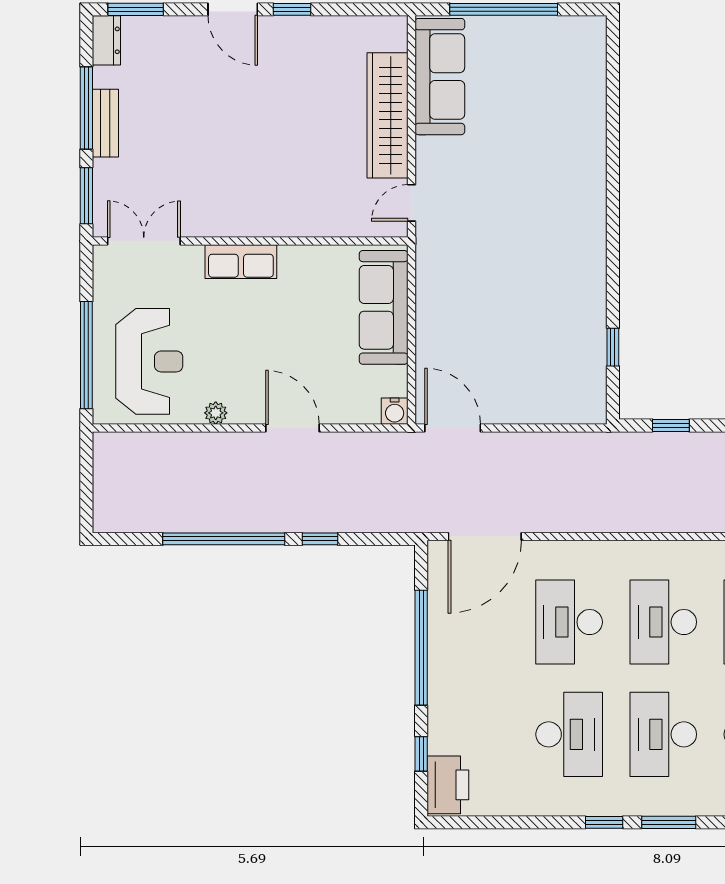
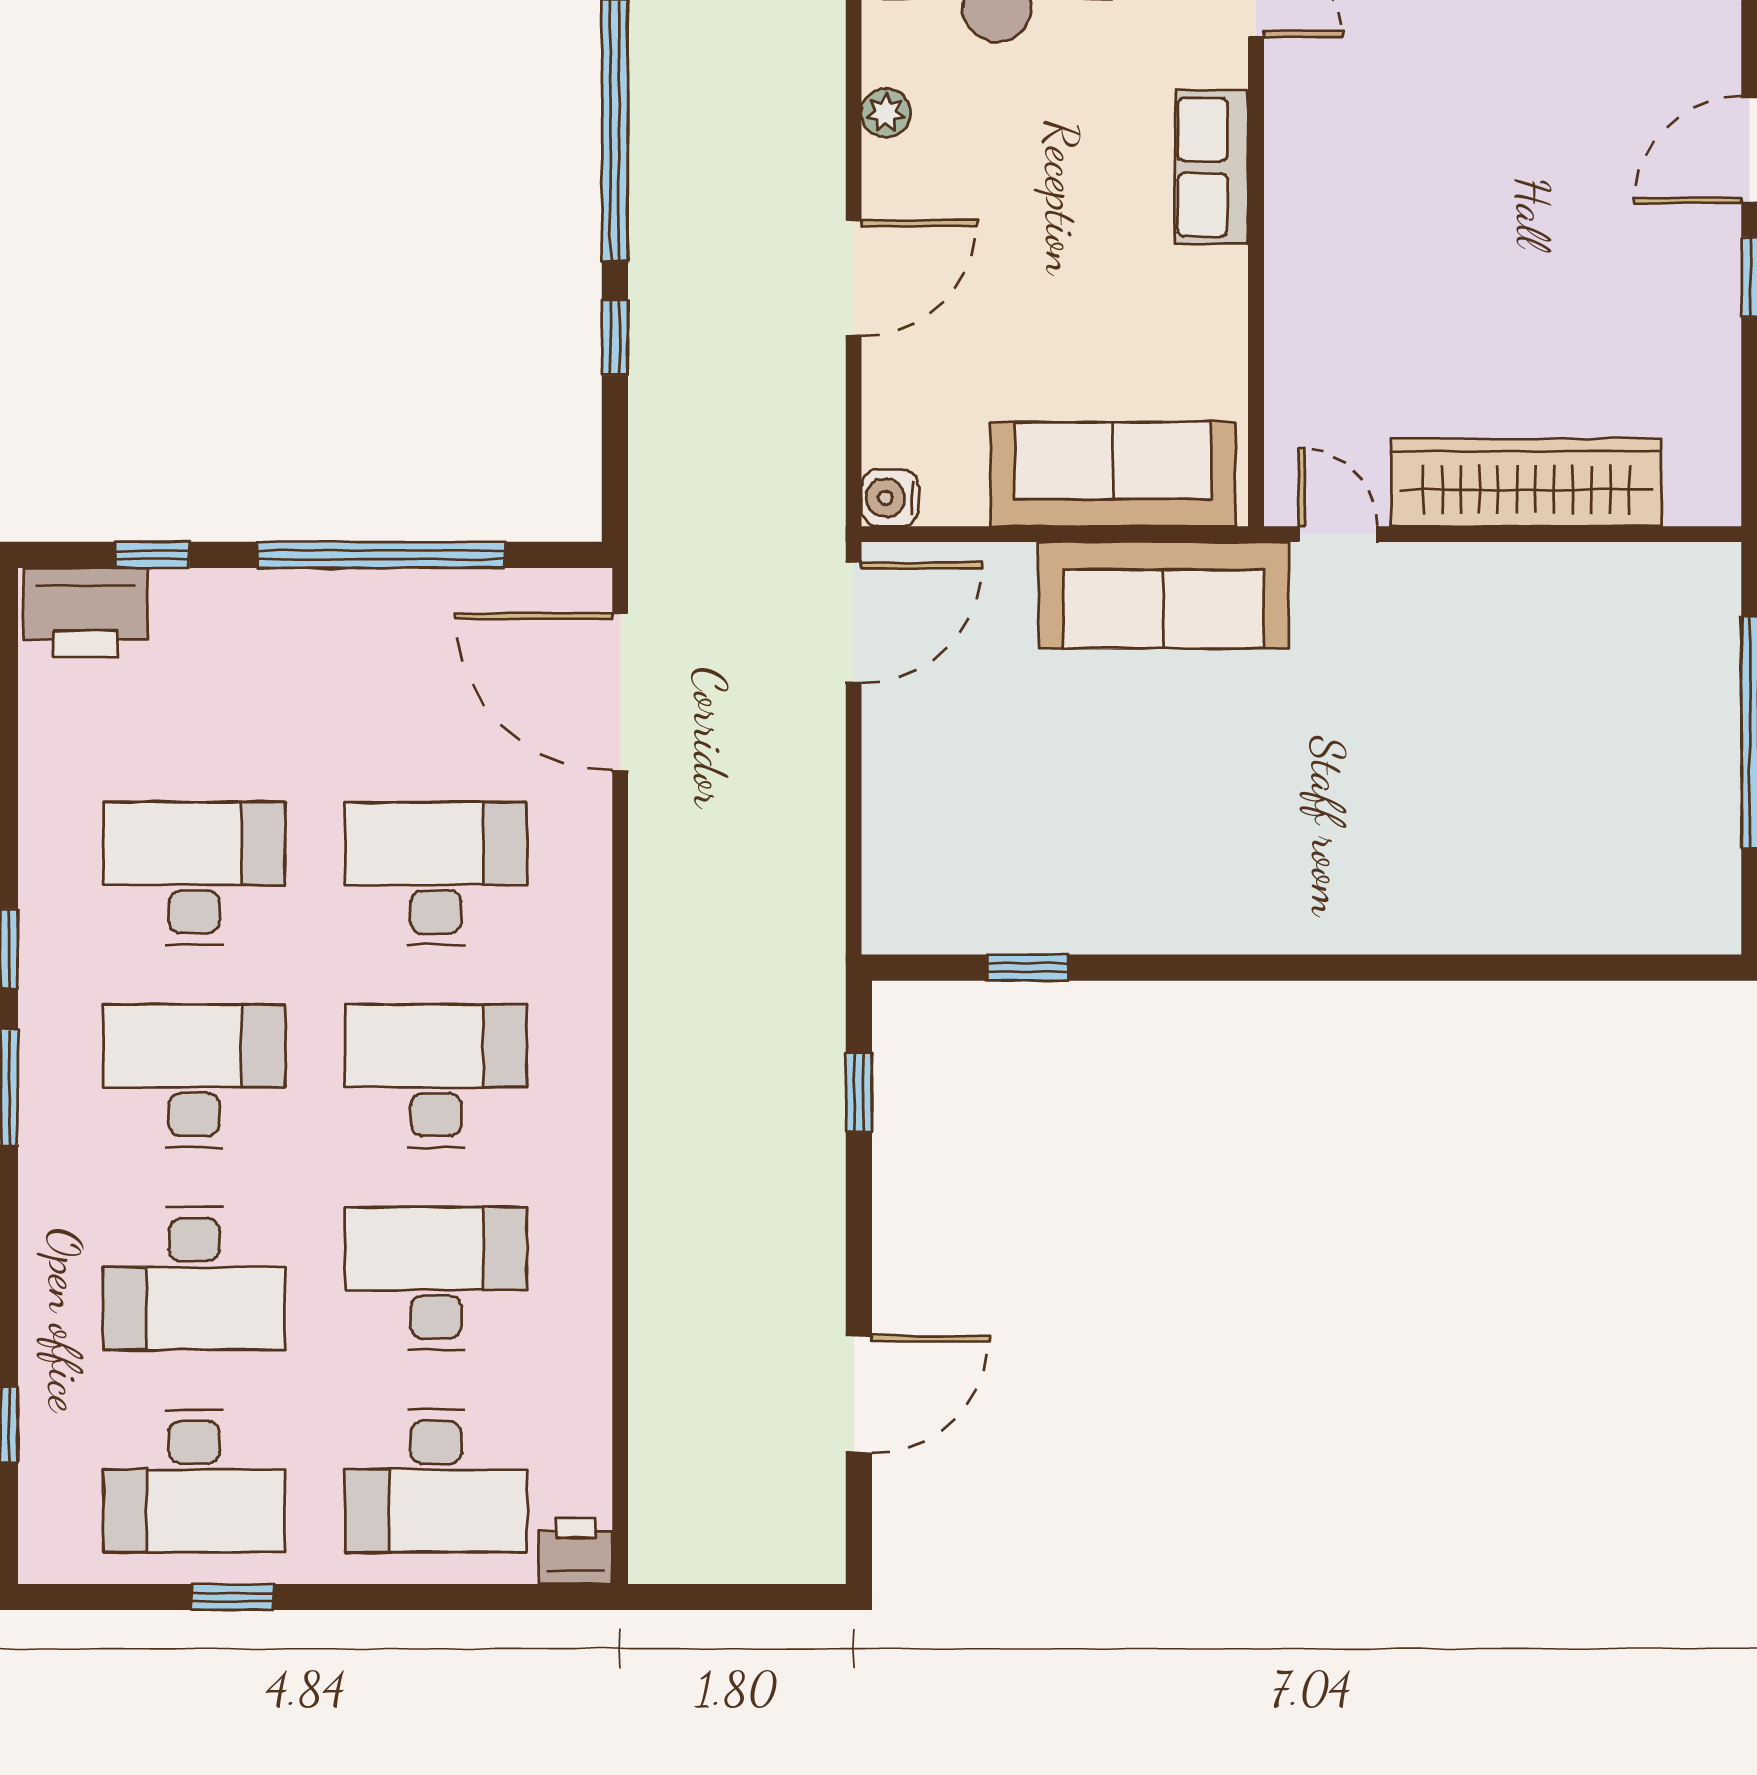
sofa: (440, 77) -> (1164, 595), moved
desk: (569, 734) -> (194, 873), turned 180

